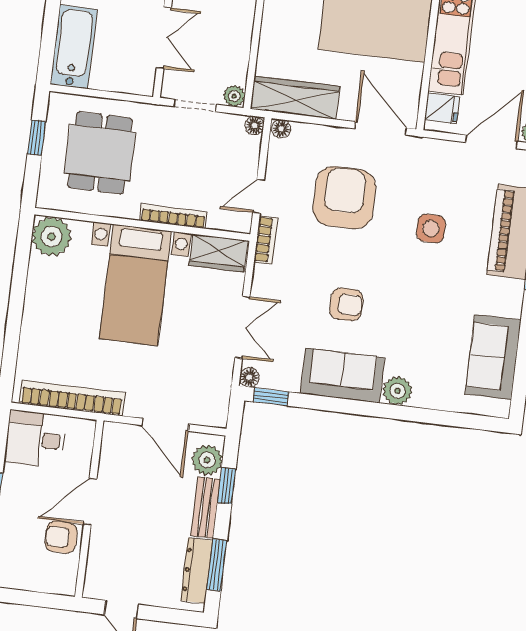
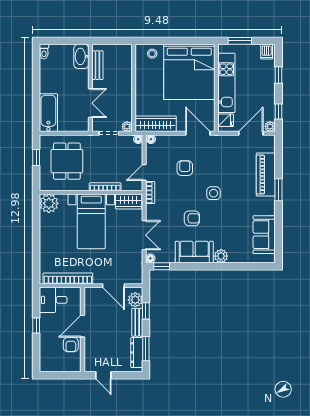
armchair: (344, 198) -> (185, 168), width x0.53, depth x0.53
side table: (431, 228) -> (214, 193), moved
armchair: (61, 537) -> (71, 345), turned -90

